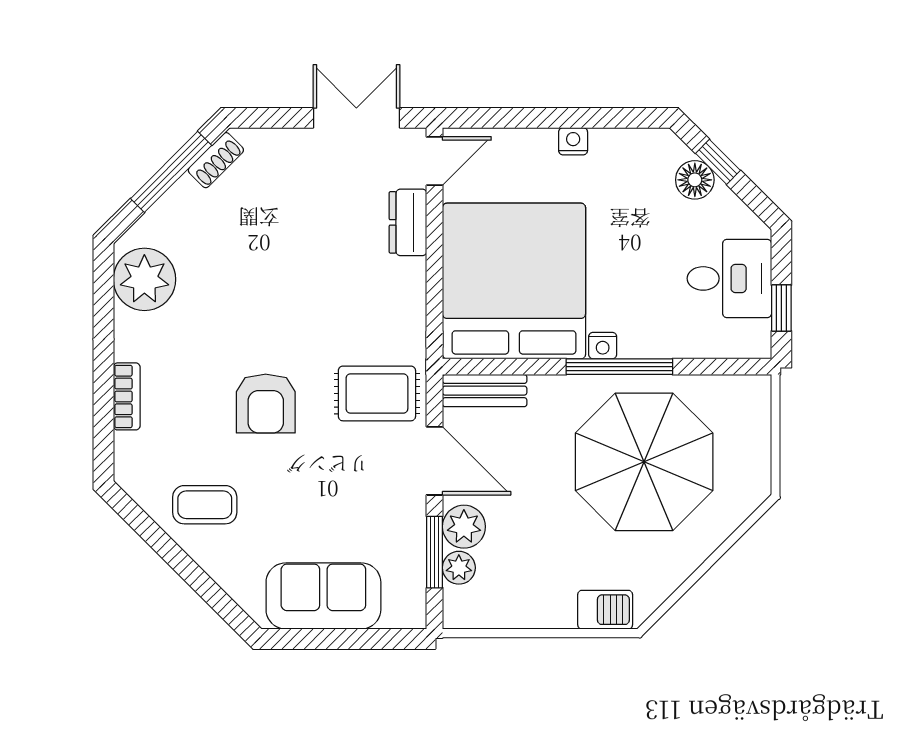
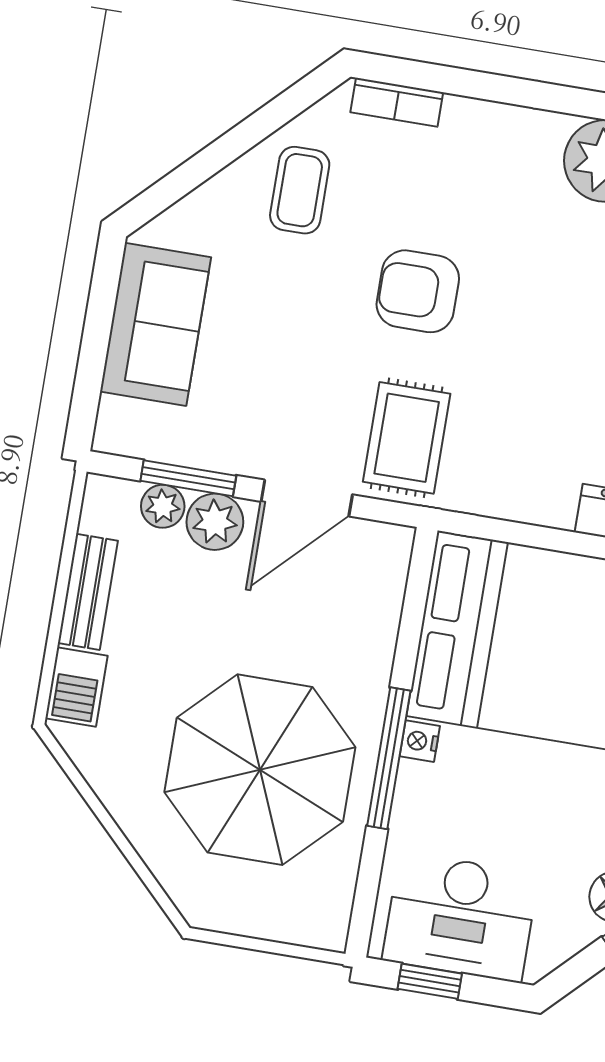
desk: (729, 278) -> (460, 917), width x1.37
bench: (485, 391) -> (88, 592), moved
bookcase: (127, 396) -> (397, 102), moved

